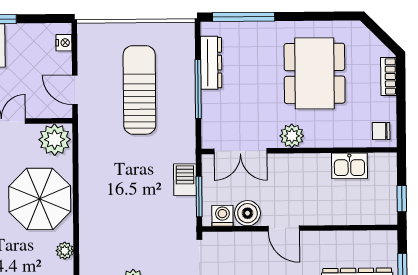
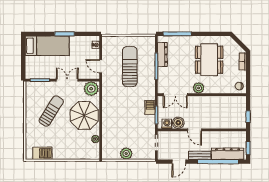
kitchen sink: (349, 166) -> (225, 102), removed

